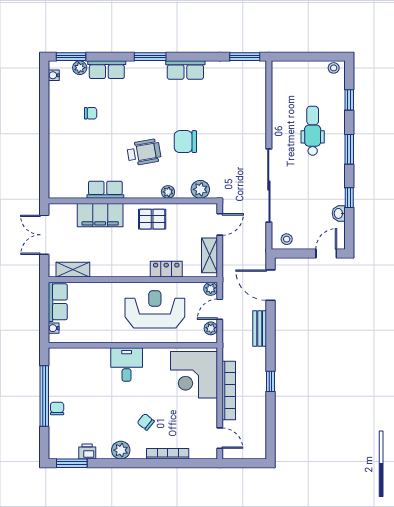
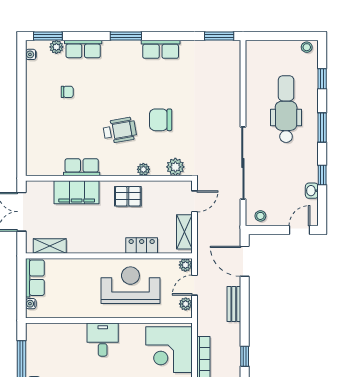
dental chair: (313, 131) -> (286, 109), width x1.36, depth x1.38

